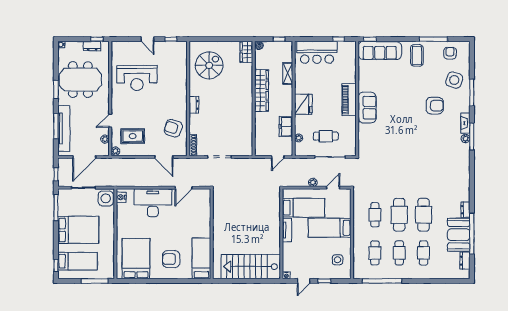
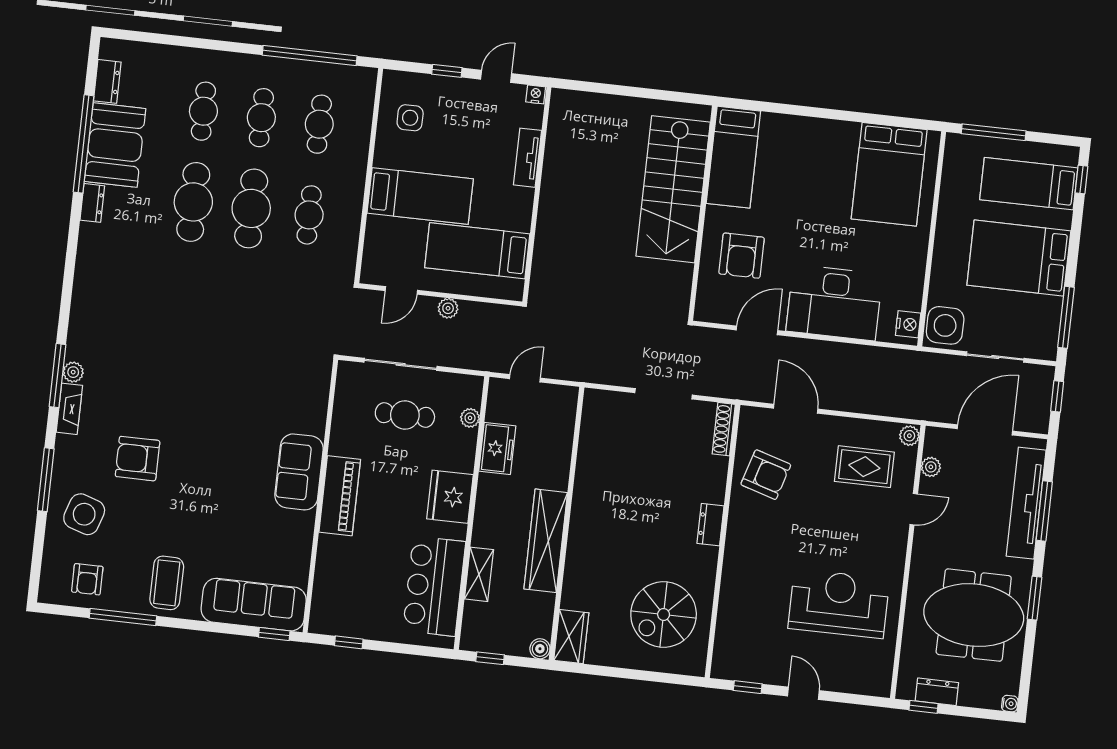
bar counter: (317, 52) -> (434, 586), moved, turned -90
tv unit: (287, 230) -> (527, 158), moved
armchair: (171, 259) -> (742, 256), moved, turned 90
stairs: (251, 267) -> (673, 189), moved, turned 90

